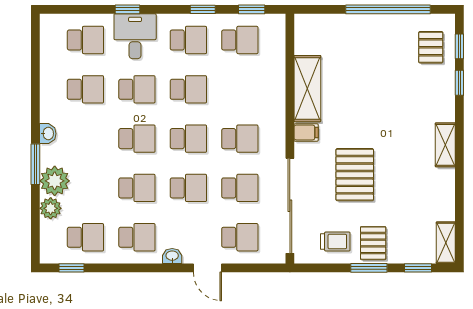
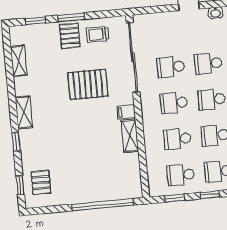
window: (388, 9) -> (103, 205), moved
window: (459, 83) -> (16, 142), moved
shelving: (307, 89) -> (130, 136), width x0.67, depth x0.75
pallet: (355, 175) -> (88, 84), turned 90
school desk: (240, 237) -> (177, 139), moved
shelving: (446, 243) -> (19, 61), moved

